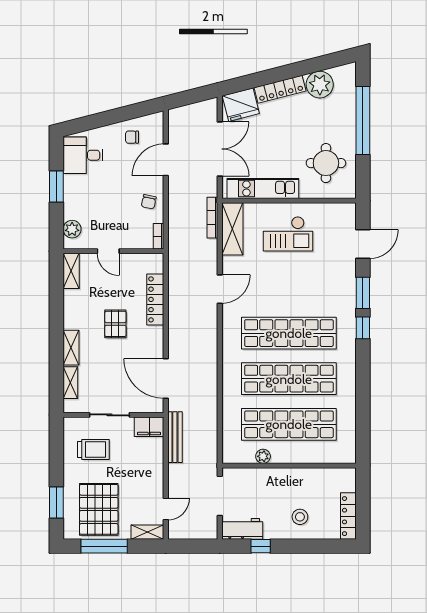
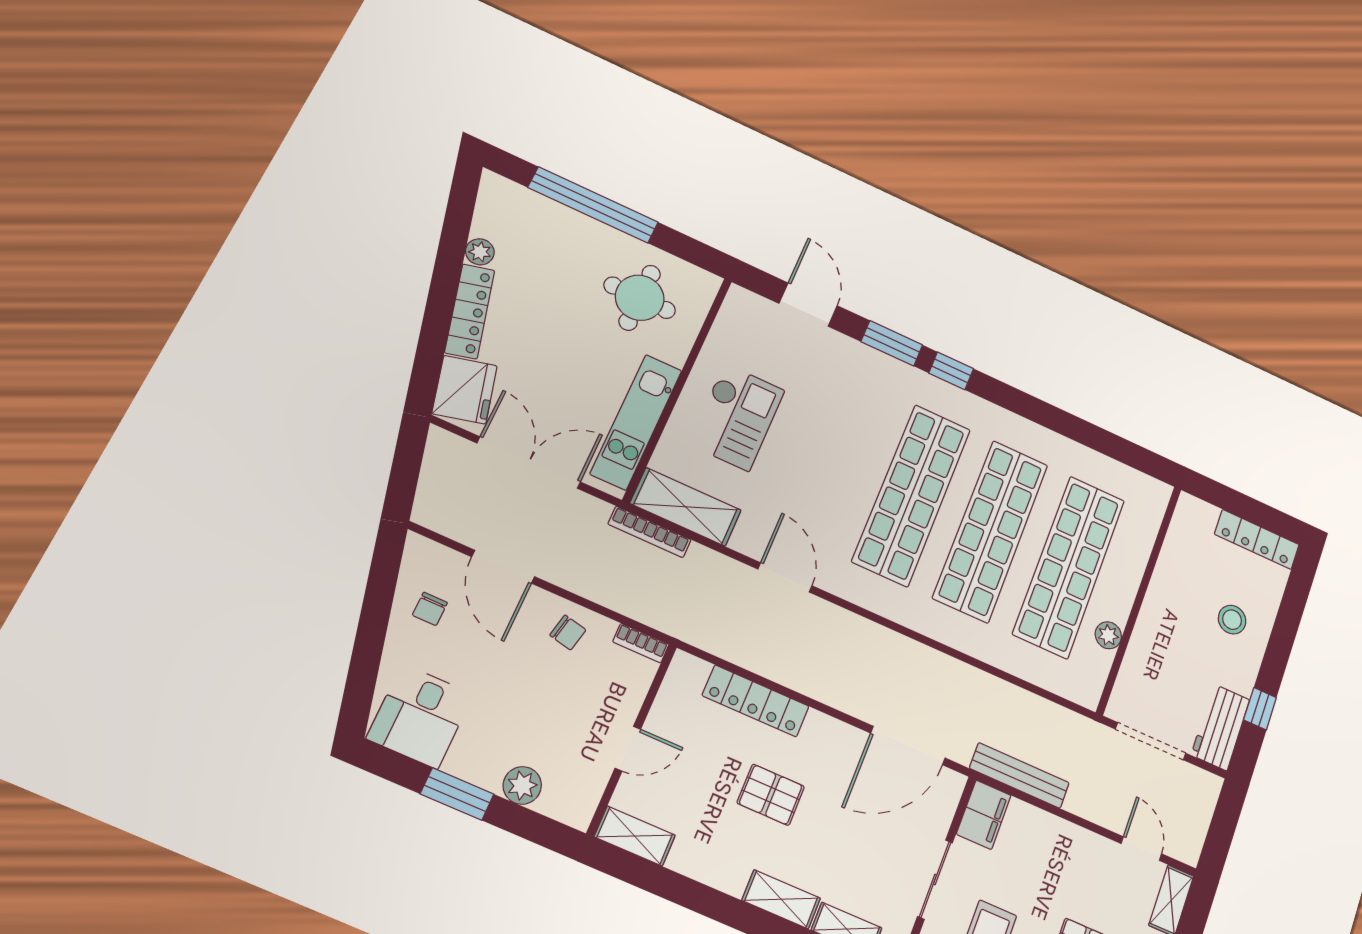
plant: (320, 85) -> (480, 252), width x0.53, depth x0.53
plant: (72, 229) -> (522, 785), moved

